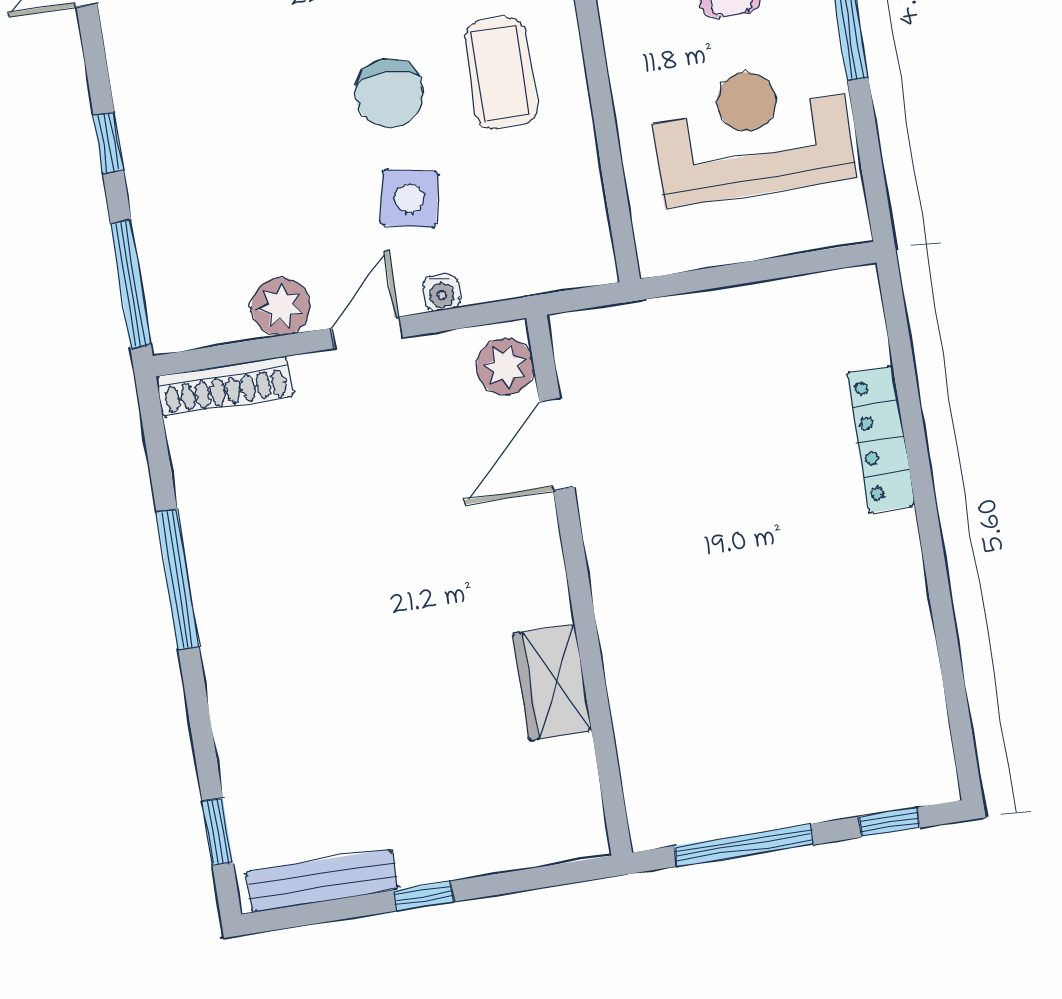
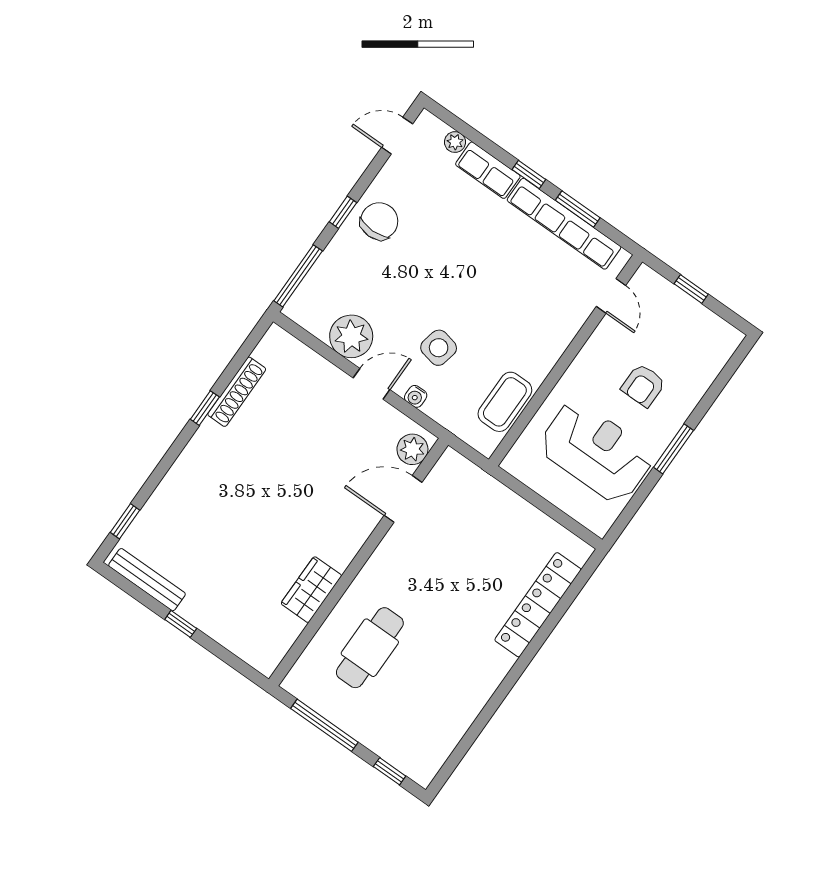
coffee table: (501, 73) -> (505, 402), moved
chair: (389, 93) -> (379, 221), moved, turned 180
plant: (281, 306) -> (351, 336), width x1.36, depth x1.36
shoe rack: (225, 386) -> (237, 392), moved, turned -90
locker: (881, 439) -> (538, 605), width x1.41, depth x1.21
window: (178, 579) -> (205, 408), width x0.46
cafe table: (704, 684) -> (370, 648), added

